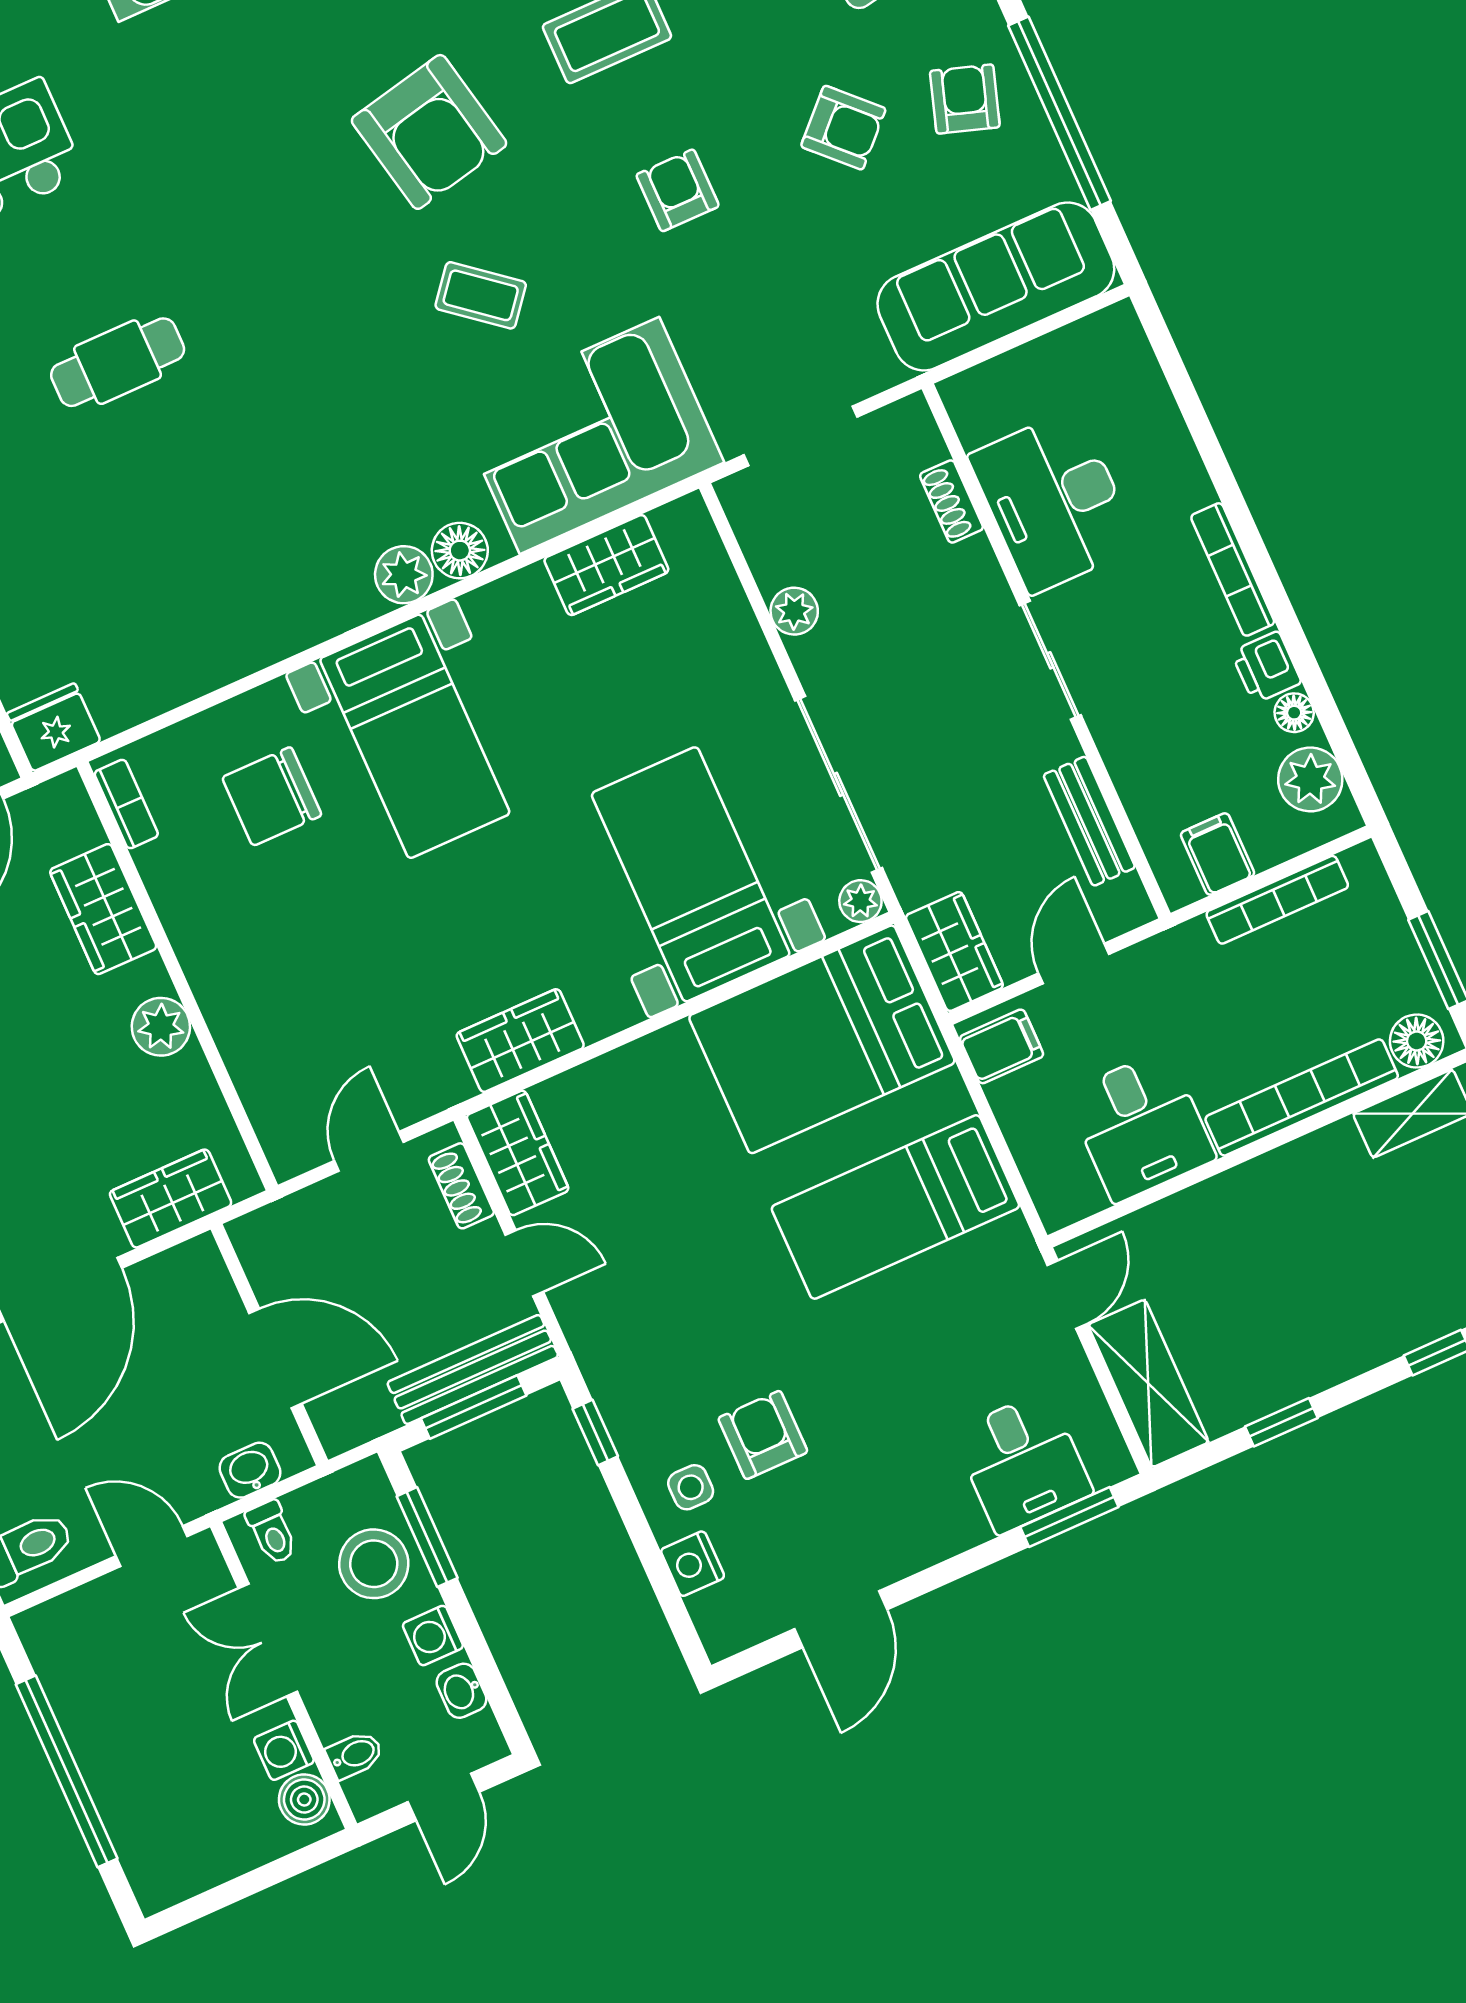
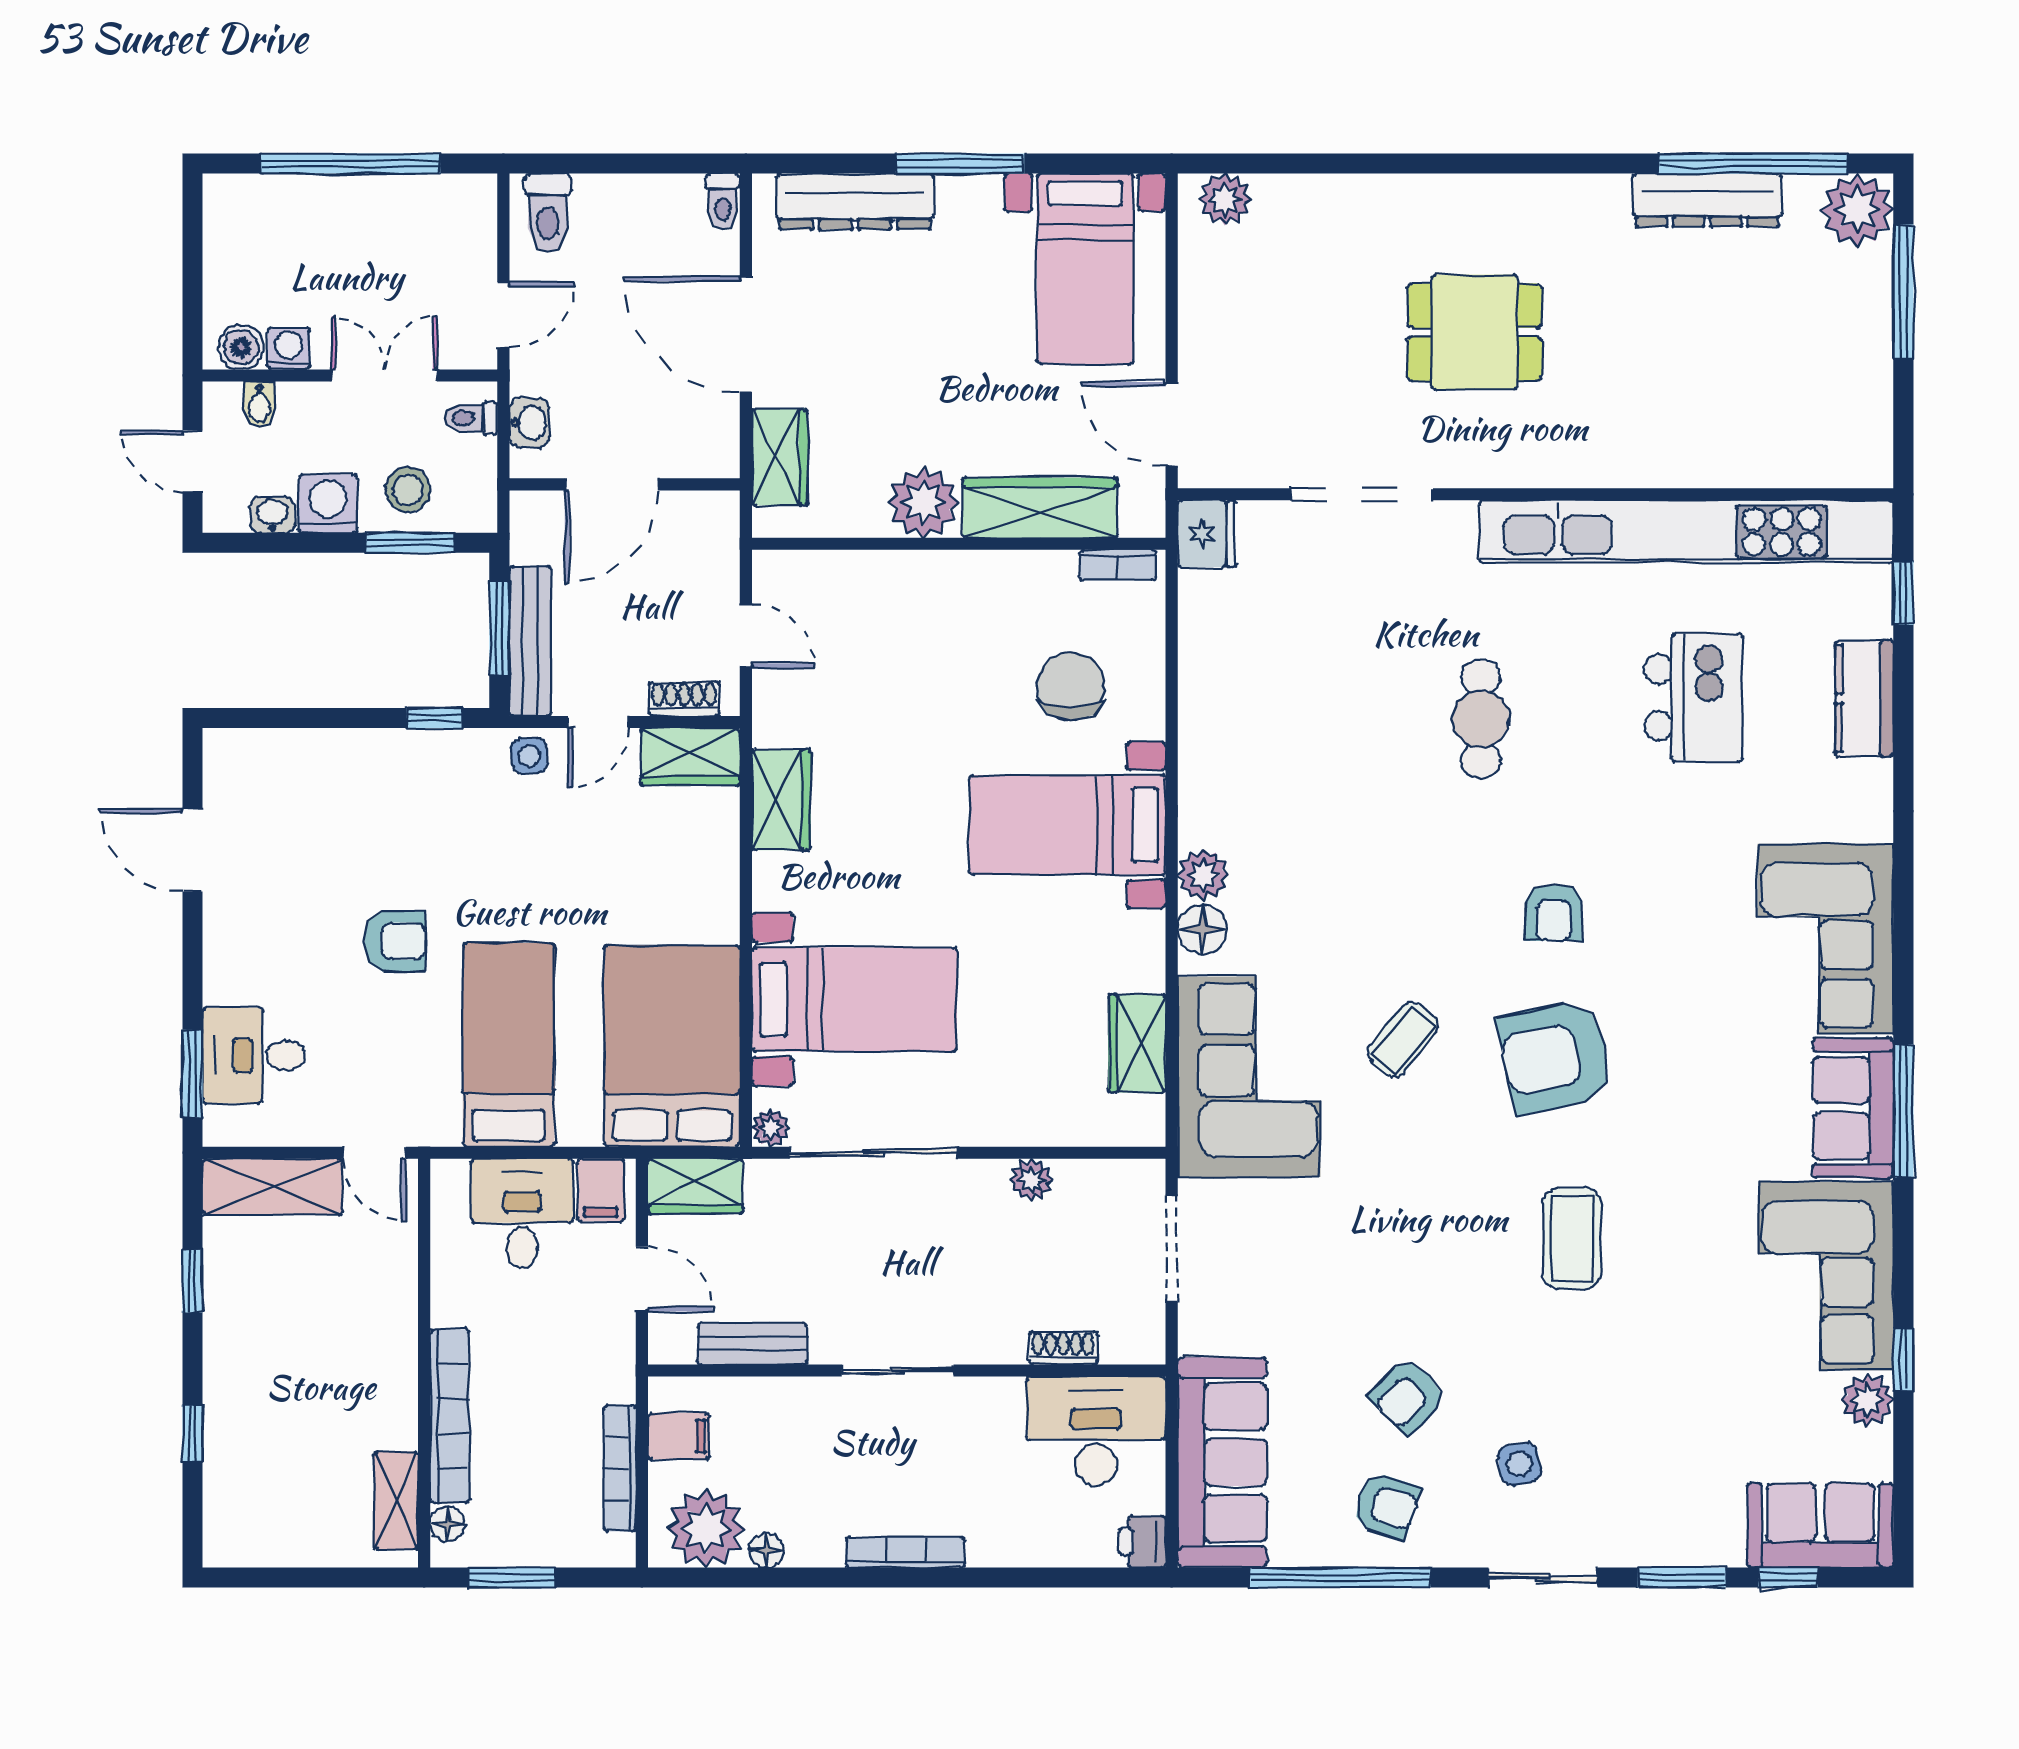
armchair: (678, 190) -> (1554, 913), moved, turned 90
desk: (1054, 501) -> (1096, 1431), moved
printer: (1266, 667) -> (1142, 1542), moved, turned -90
plant: (1310, 779) -> (706, 1529), width x1.36, depth x1.36
wardrobe: (103, 909) -> (1040, 508), width x1.50
plant: (161, 1027) -> (923, 502), width x1.36, depth x1.36
floor lamp: (1417, 1041) -> (447, 1524), width x0.73, depth x0.73
desk: (1141, 1126) -> (522, 1214), moved, turned 90
armchair: (763, 1435) -> (395, 941), moved
side table: (691, 1487) -> (529, 756), moved
stool: (374, 1564) -> (408, 490), width x0.73, depth x0.73
nightstand: (693, 1564) -> (292, 749), removed
washing machine: (433, 1636) -> (328, 504), width x1.38, depth x1.38

